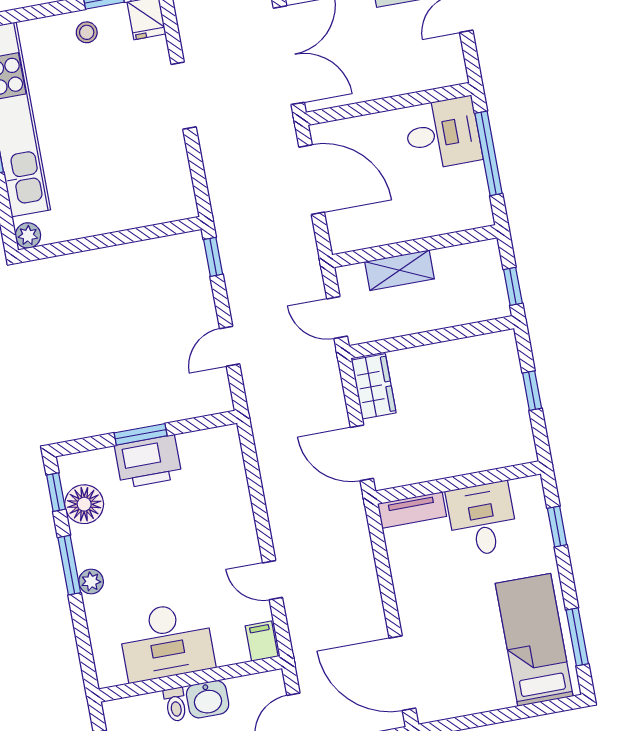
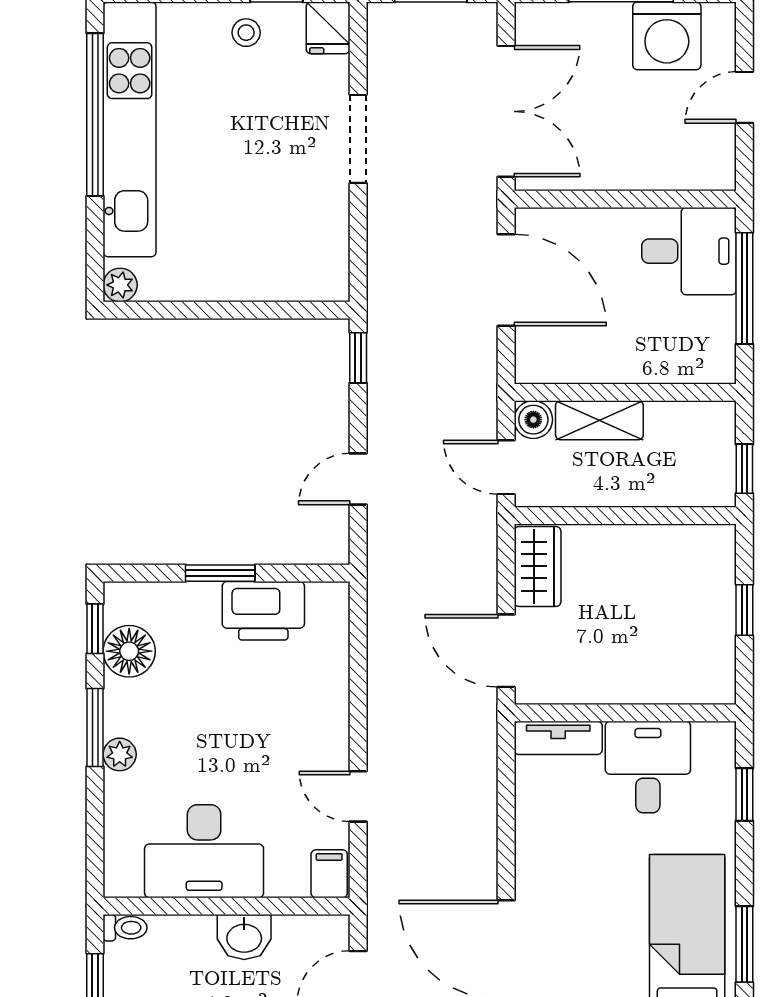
boiler: (351, 279) -> (533, 420), added
printer: (148, 462) -> (263, 611), moved
toilet: (175, 704) -> (125, 928), moved, turned -90

